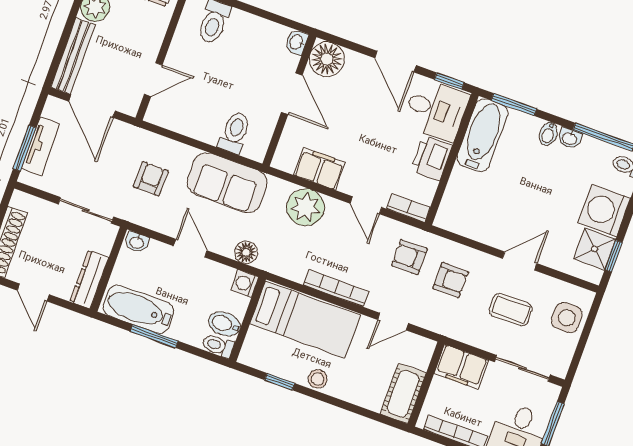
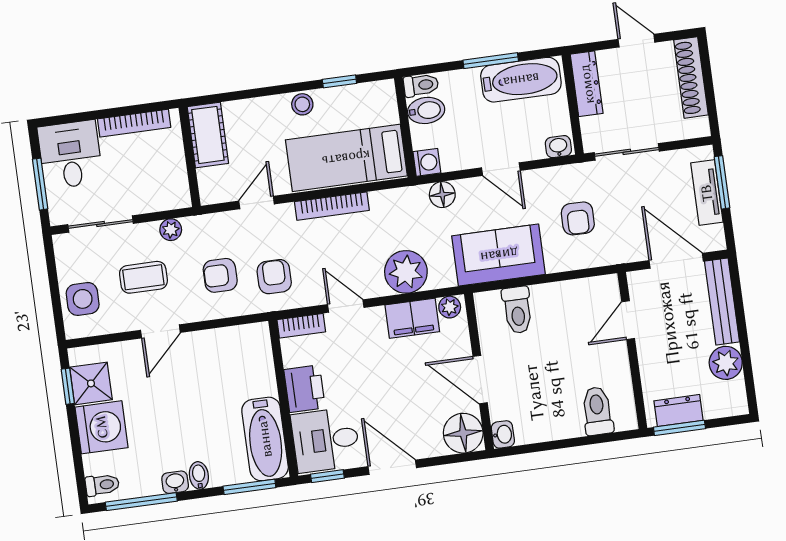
plant: (286, 162) -> (450, 307), added
armchair: (409, 257) -> (274, 277), turned -90
plant: (470, 335) -> (171, 230), added
filing cabinet: (461, 367) -> (163, 193), removed

